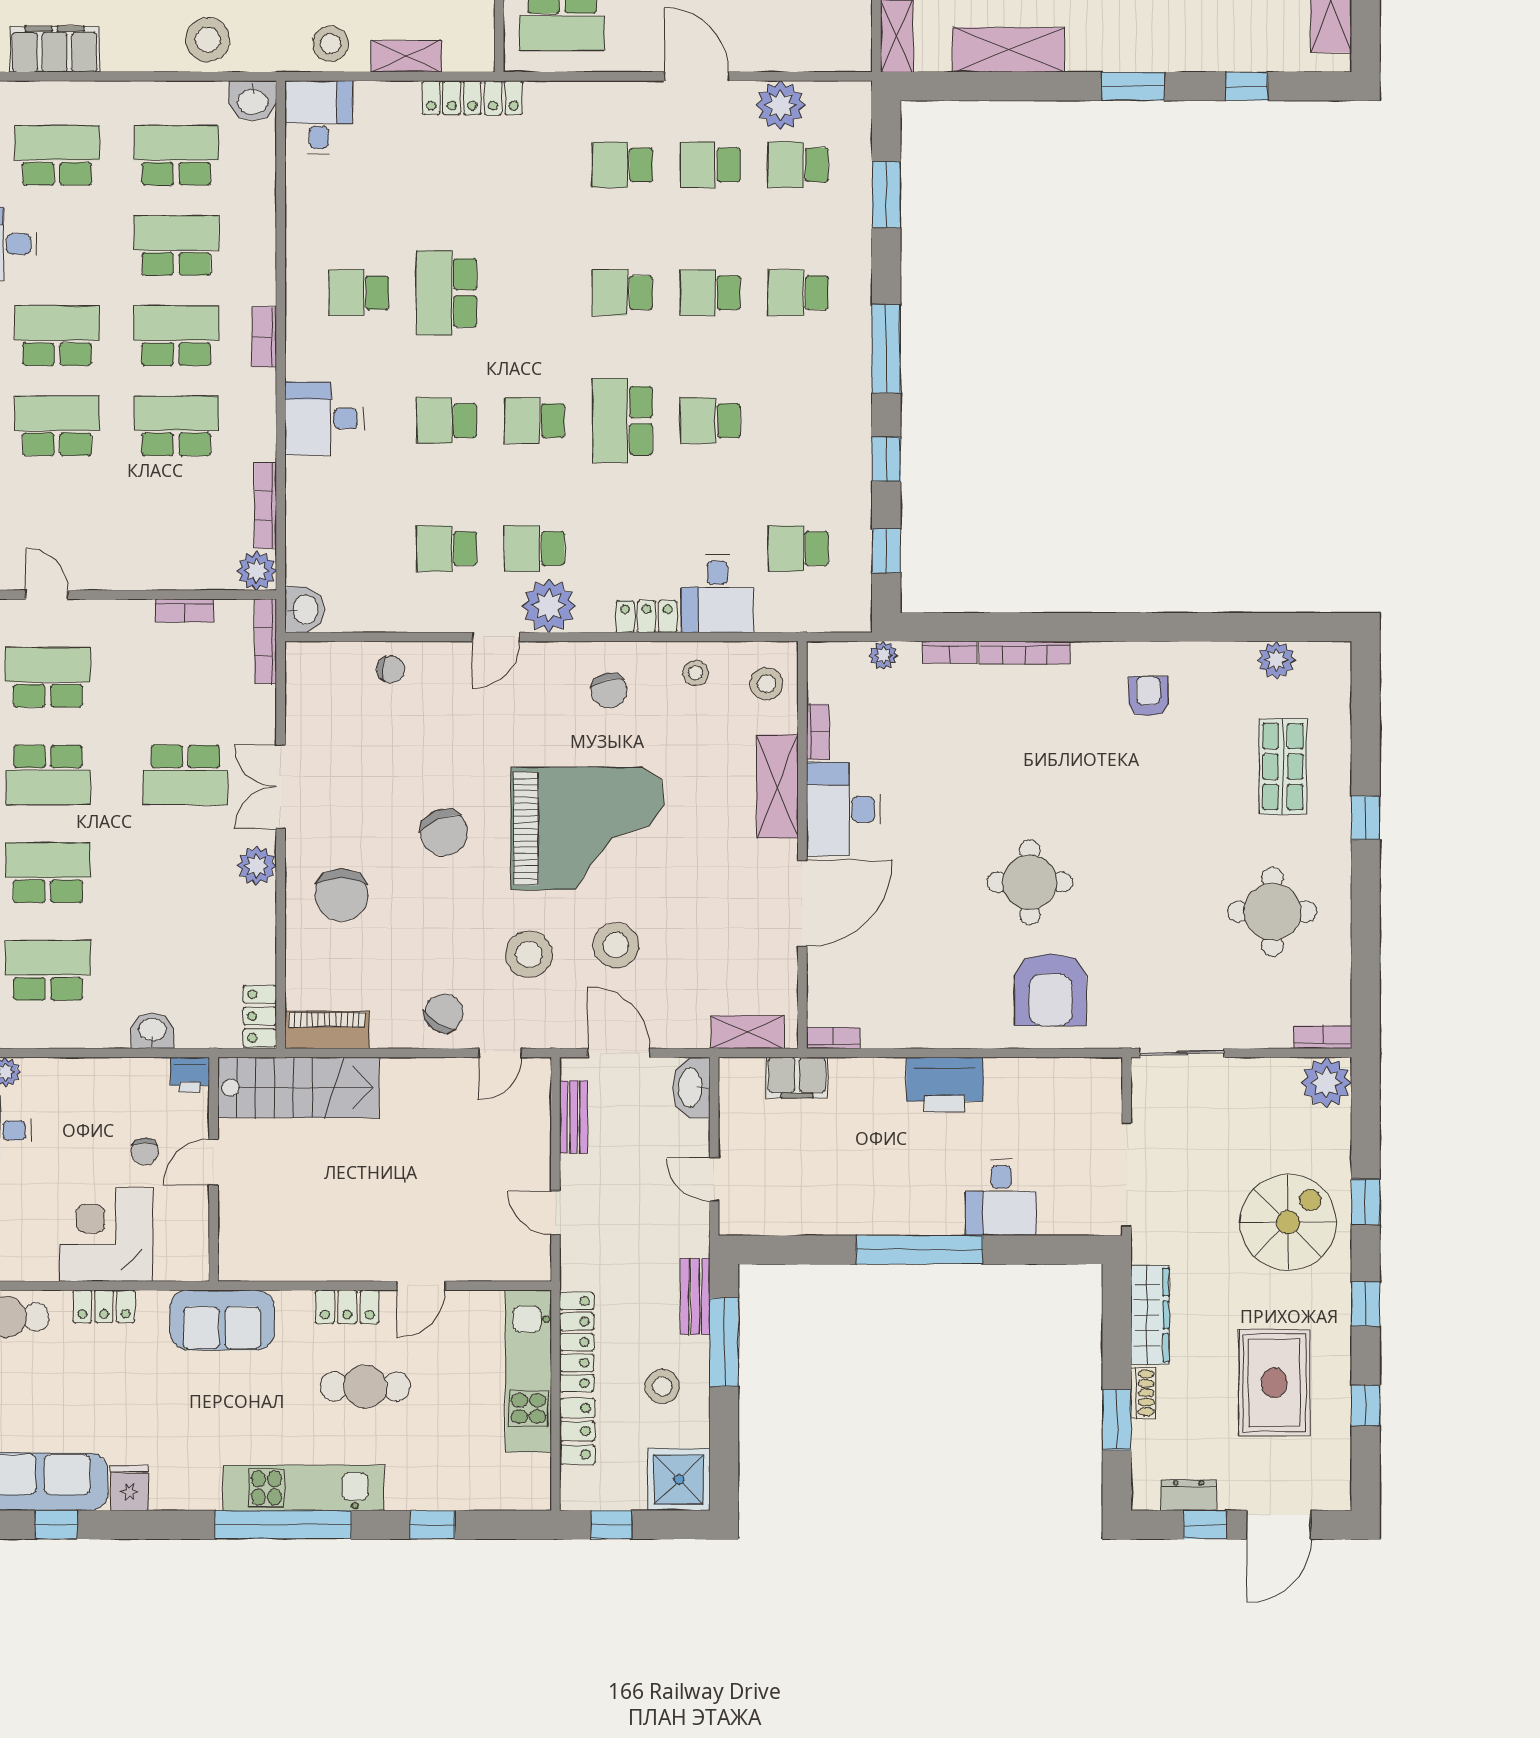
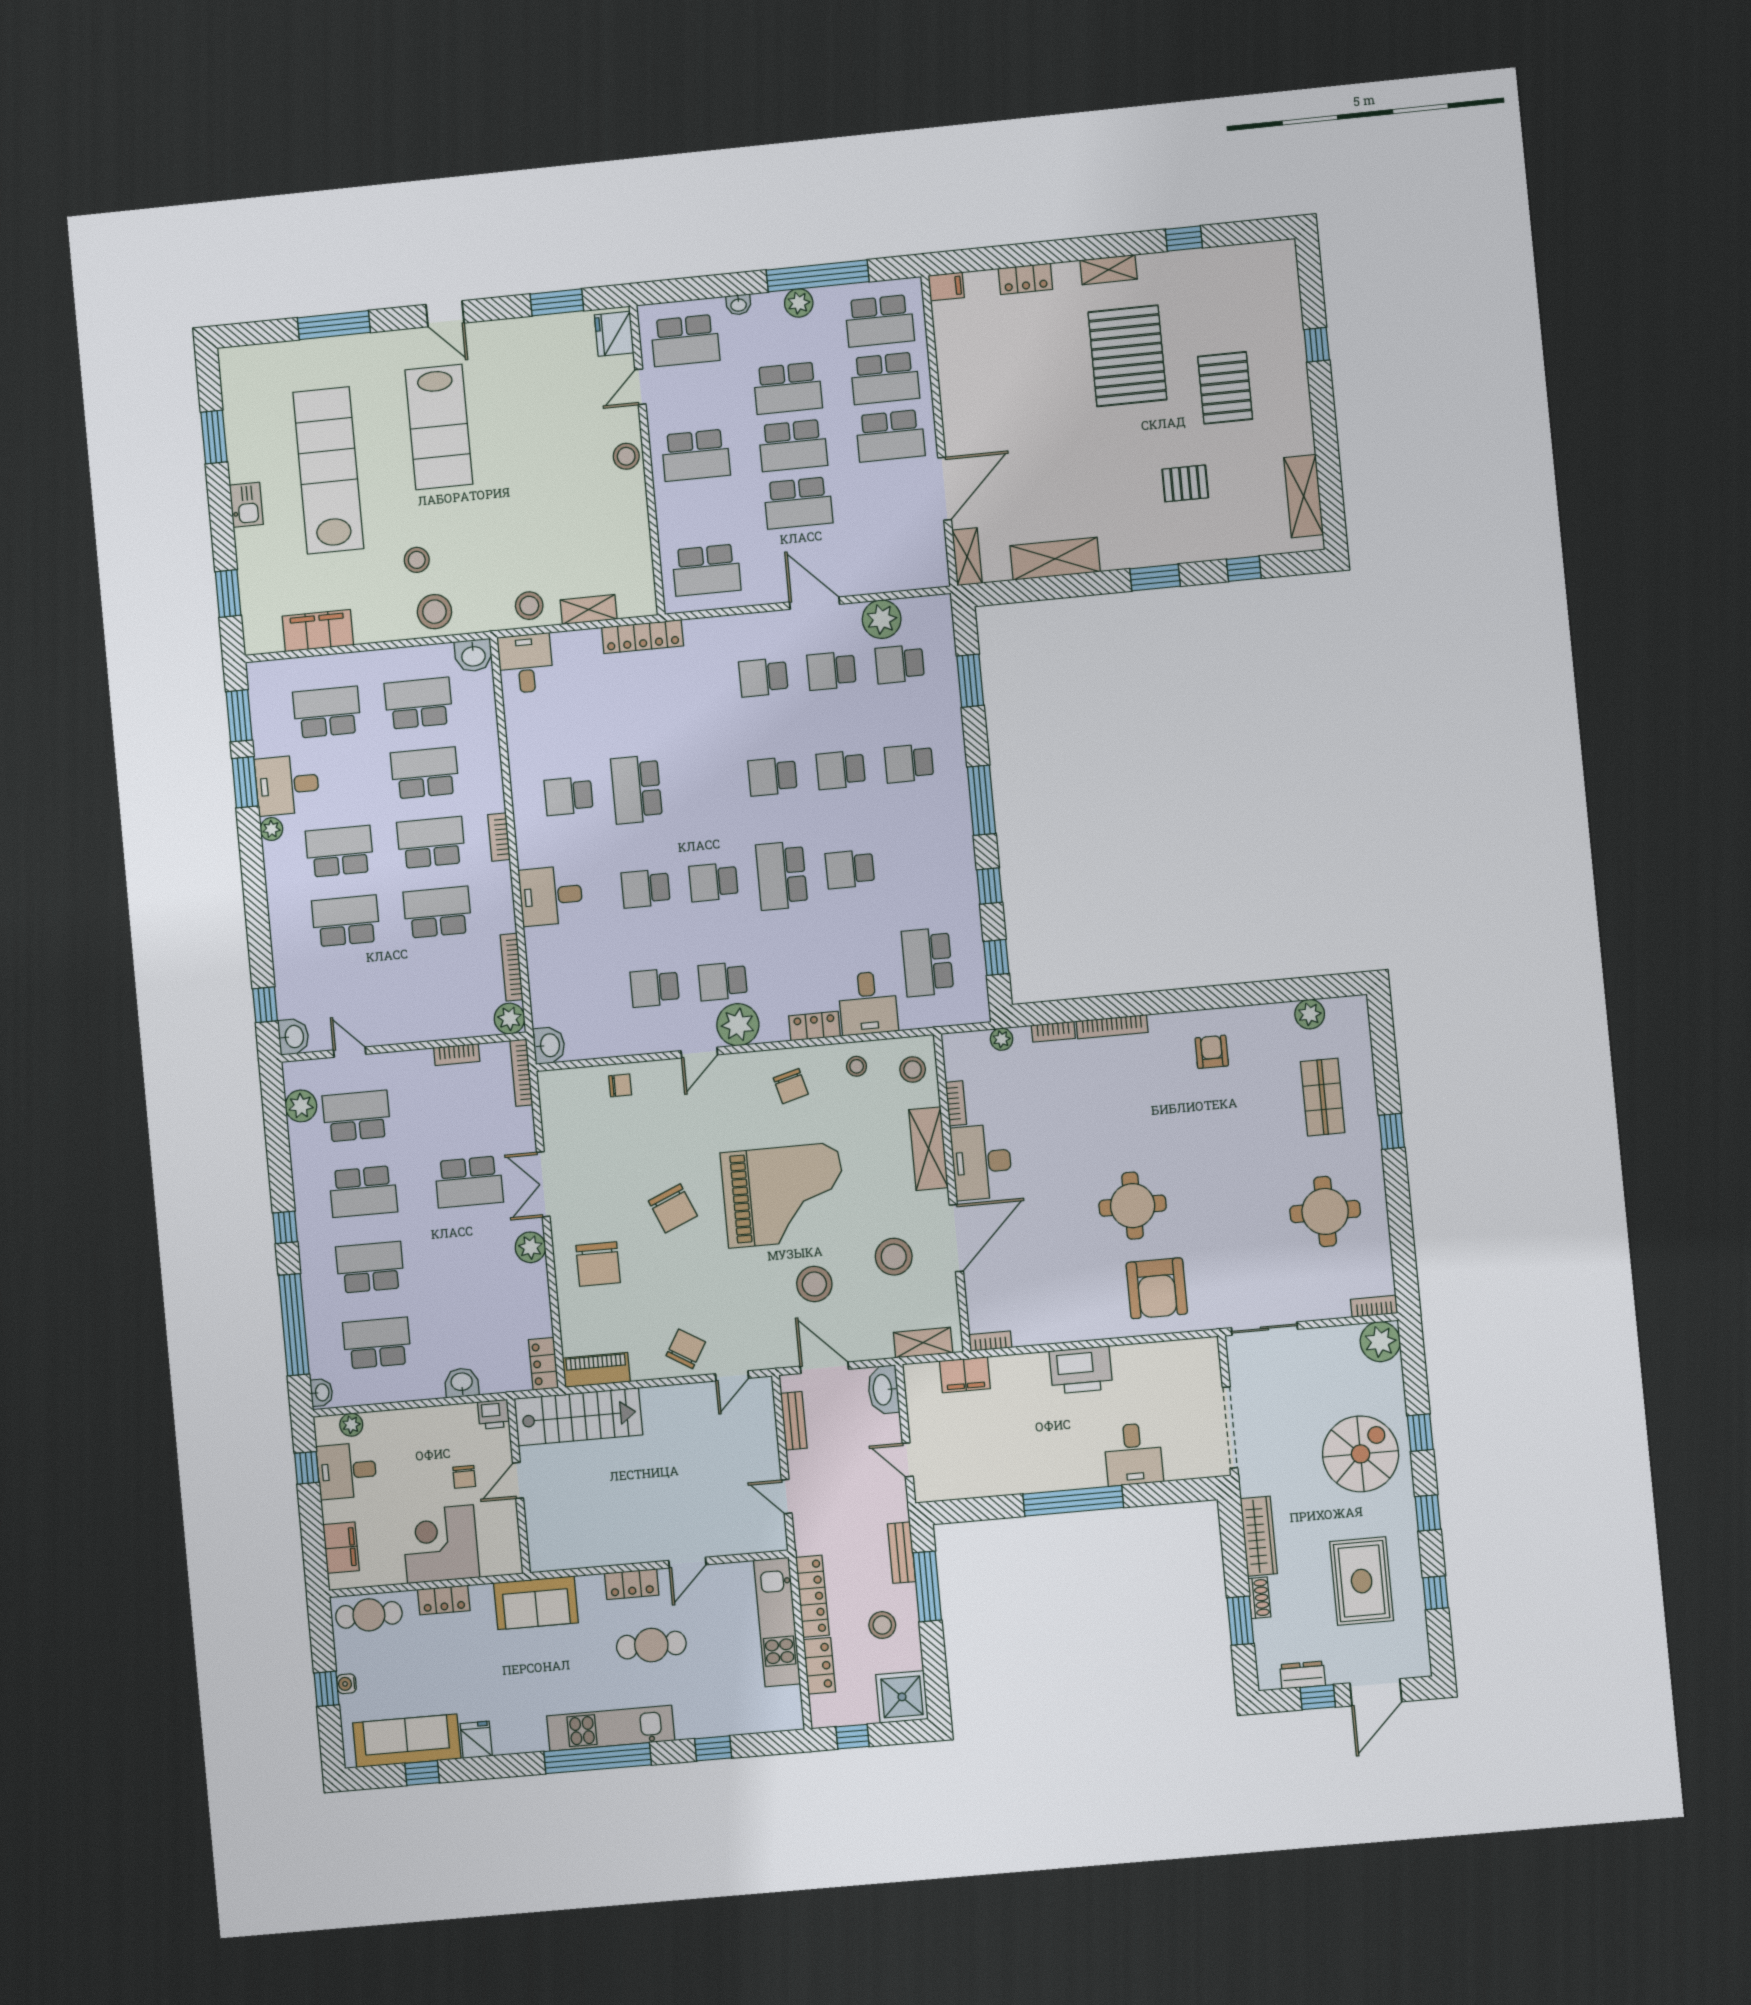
school desk: (798, 549) -> (927, 962), width x1.85
stool: (529, 954) -> (894, 1257), moved

